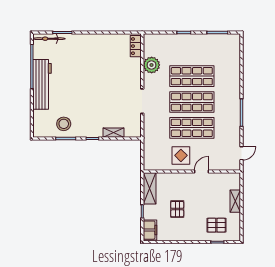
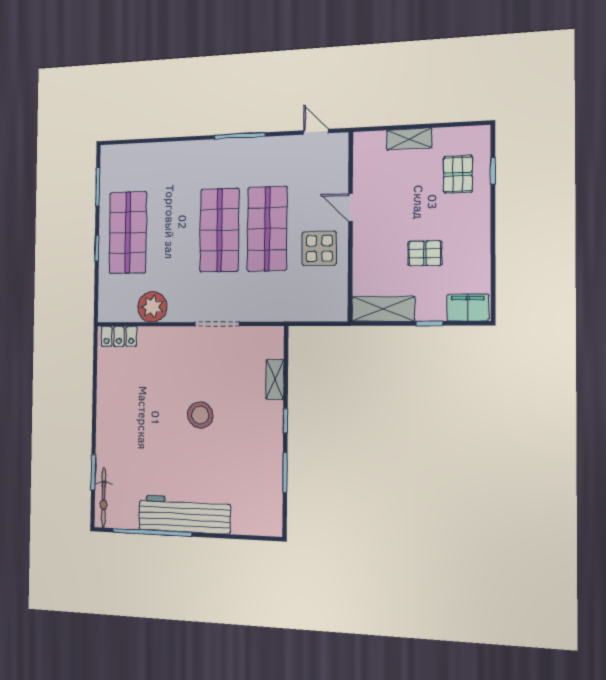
shop shelf: (192, 76) -> (128, 233), moved
stool: (64, 124) -> (200, 415), moved

